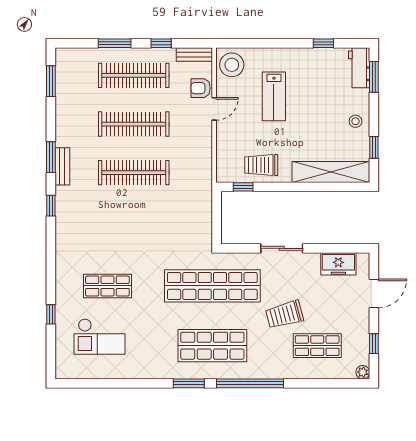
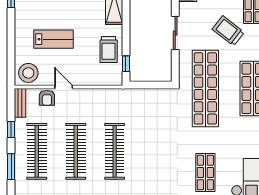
trolley: (284, 315) -> (228, 31), turned 143

